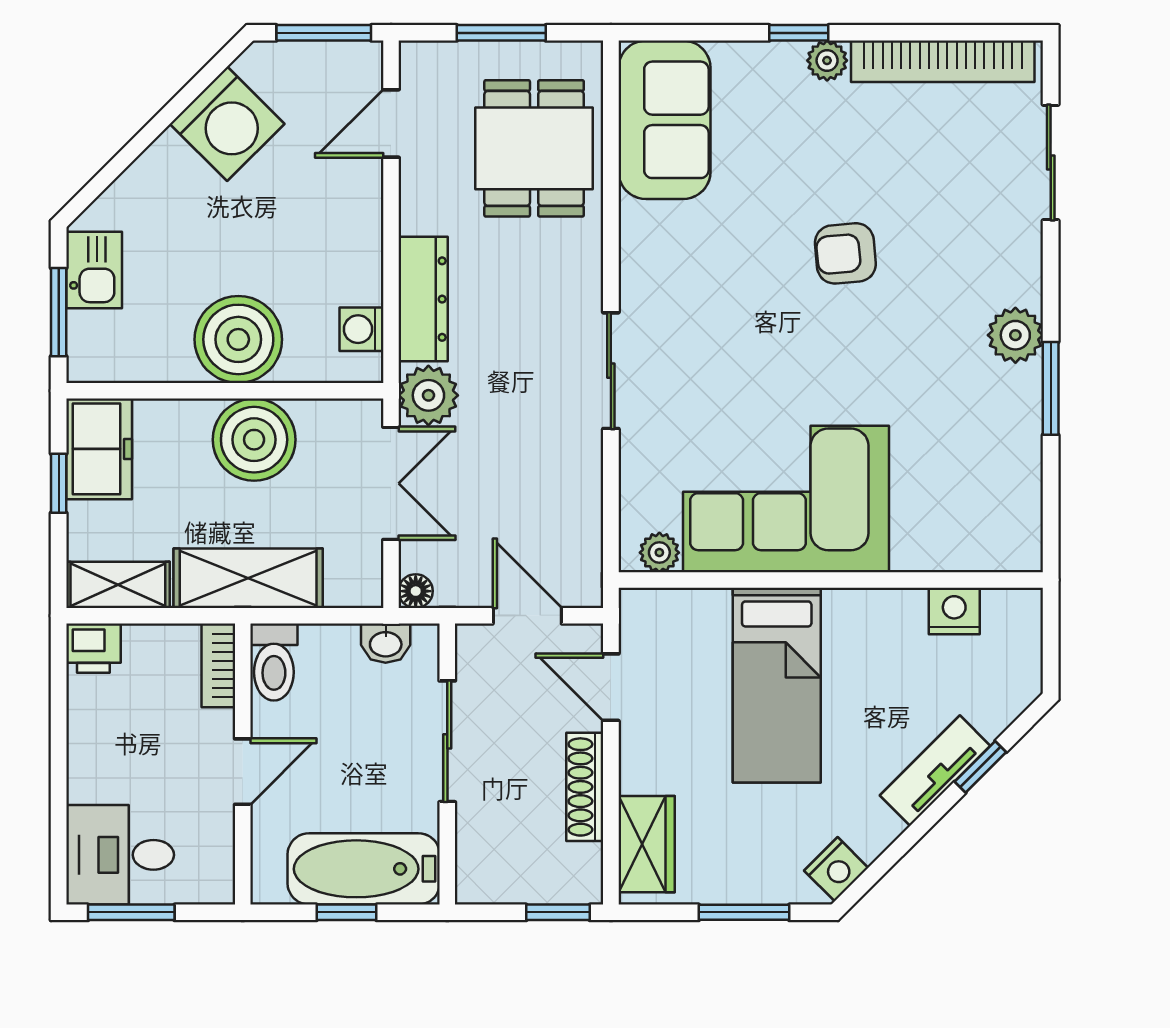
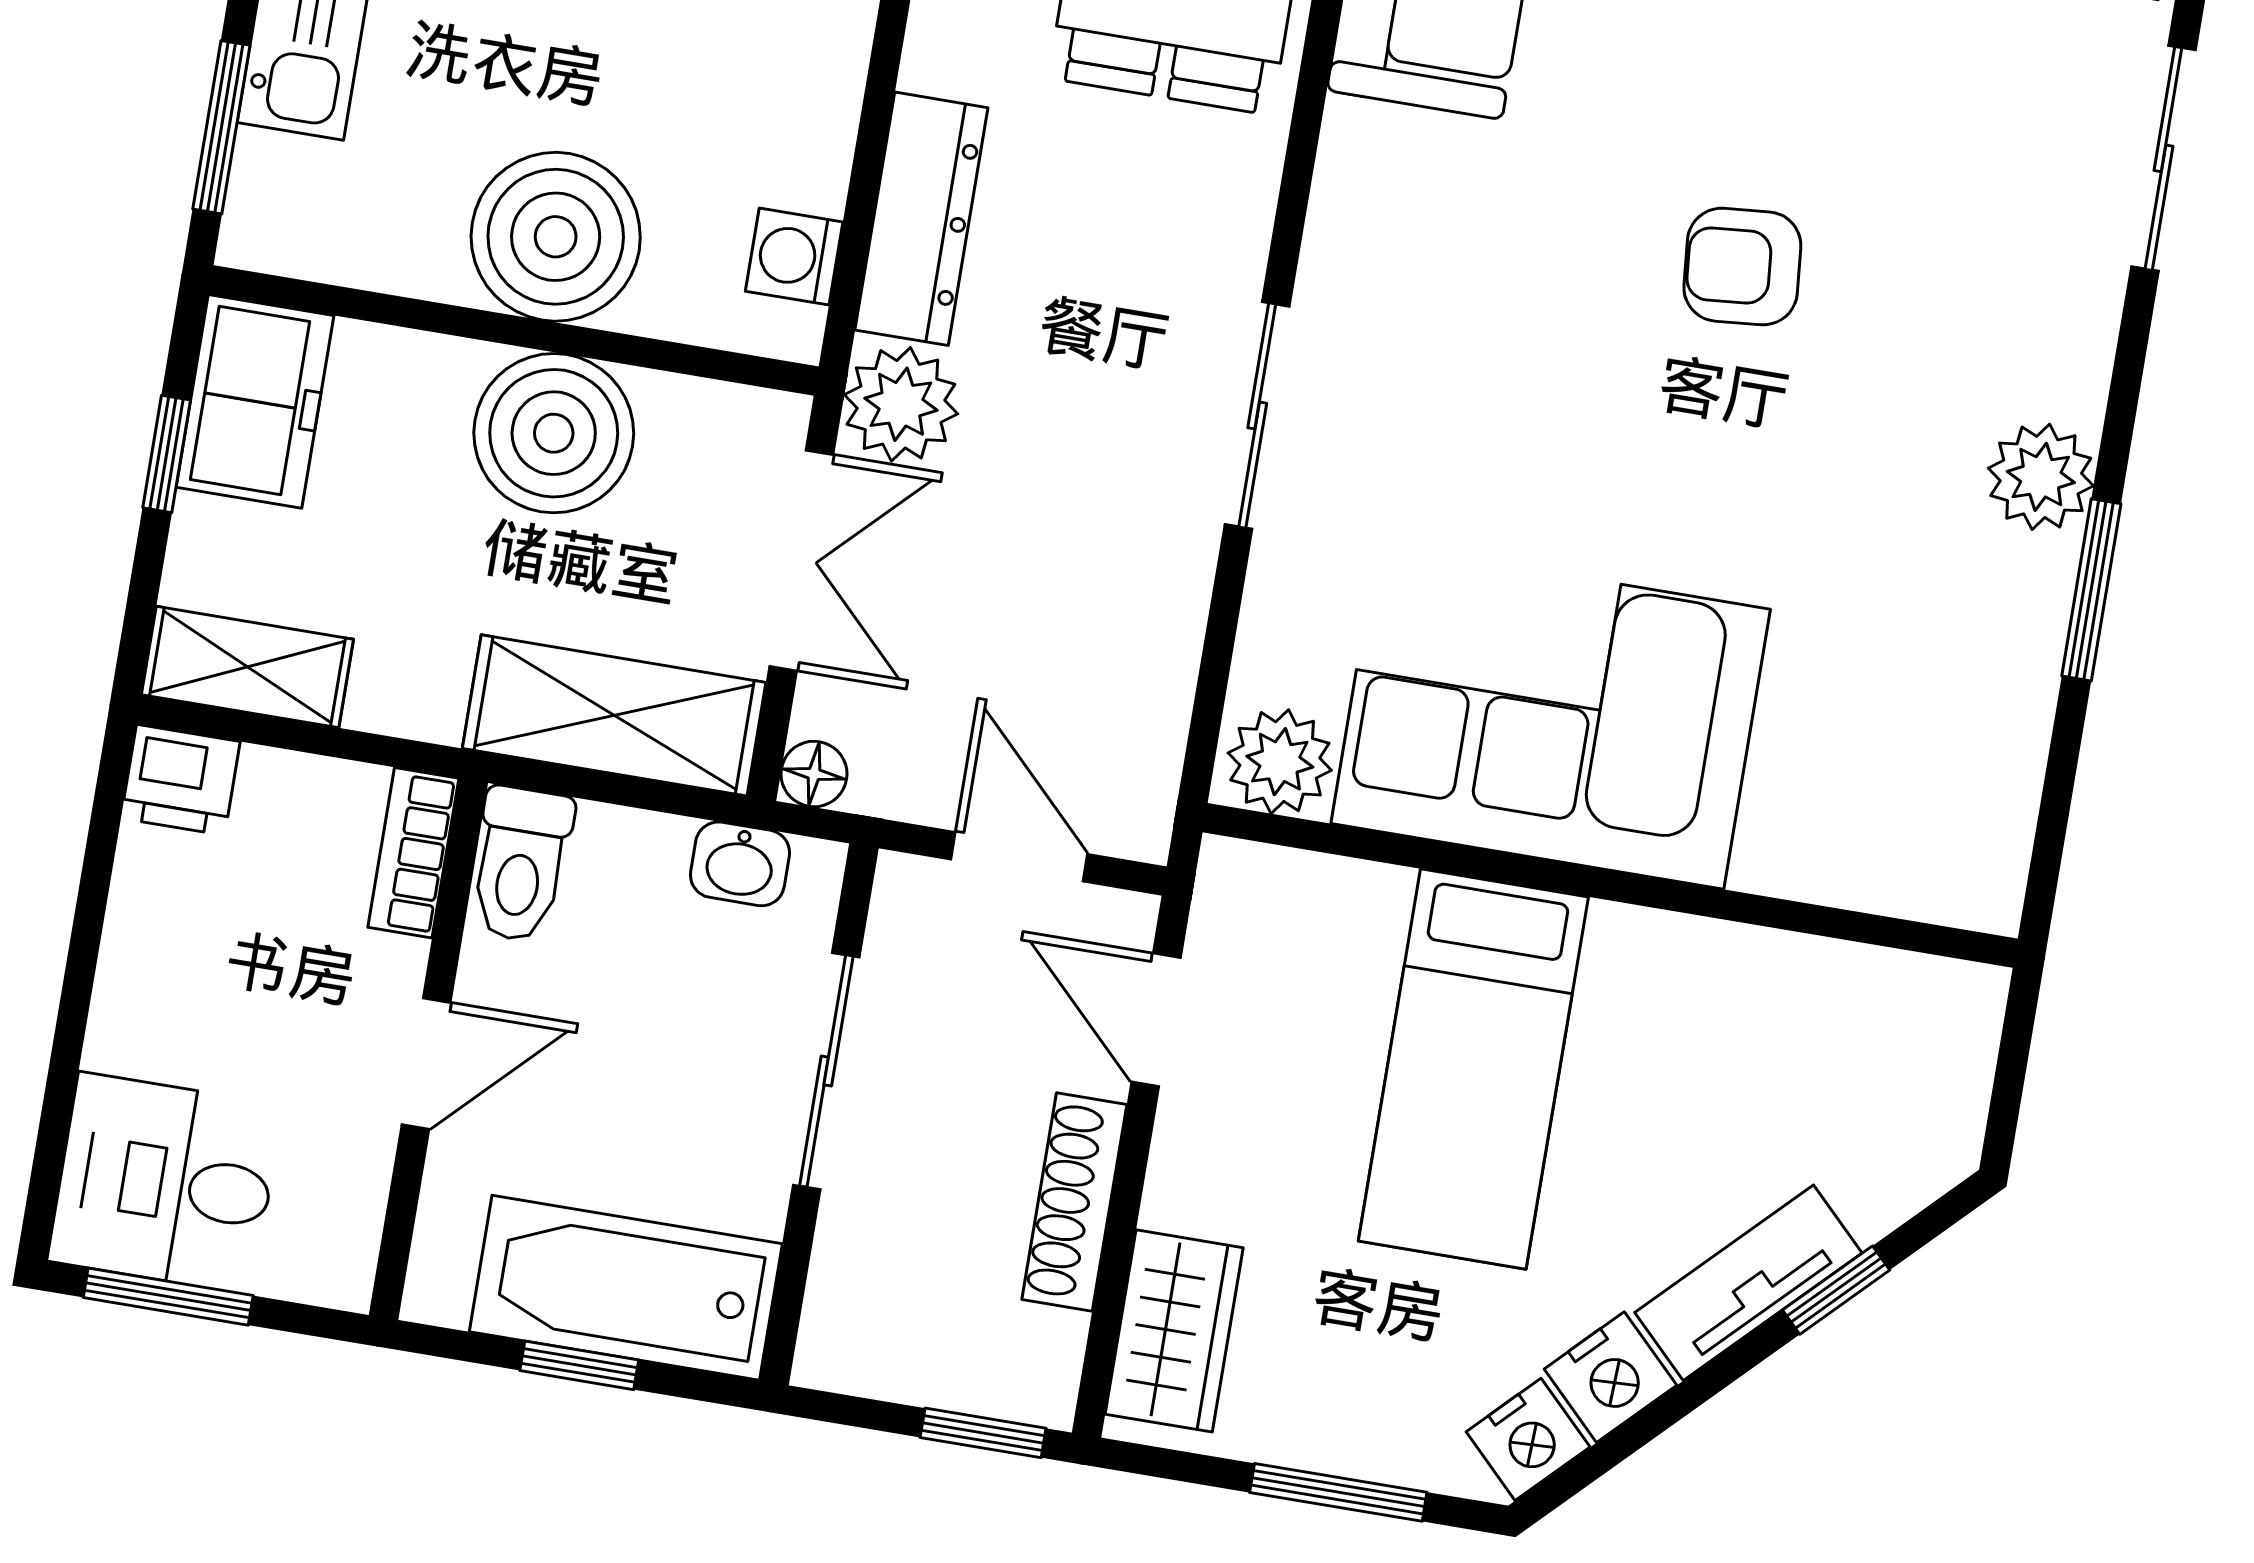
plant: (659, 553) -> (1280, 762), width x1.38, depth x1.38
shelving: (248, 578) -> (614, 715), moved
nightstand: (954, 611) -> (1610, 1377), moved, turned 135

